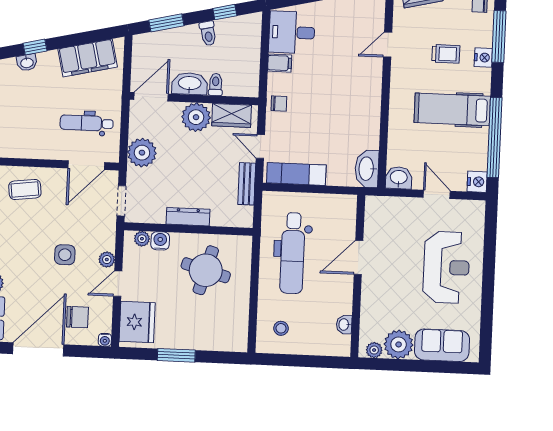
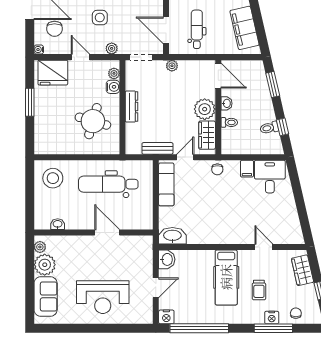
toilet: (208, 33) -> (269, 128), moved
nightstand: (483, 57) -> (272, 318), moved
washbasin: (190, 84) -> (227, 103), width x0.52, depth x0.69
hospital bed: (452, 109) -> (226, 277), moved, turned 180
plant: (142, 153) -> (172, 66), width x0.53, depth x0.53
plant: (107, 260) -> (112, 48), moved
stool: (281, 328) -> (53, 178), width x1.89, depth x1.89

